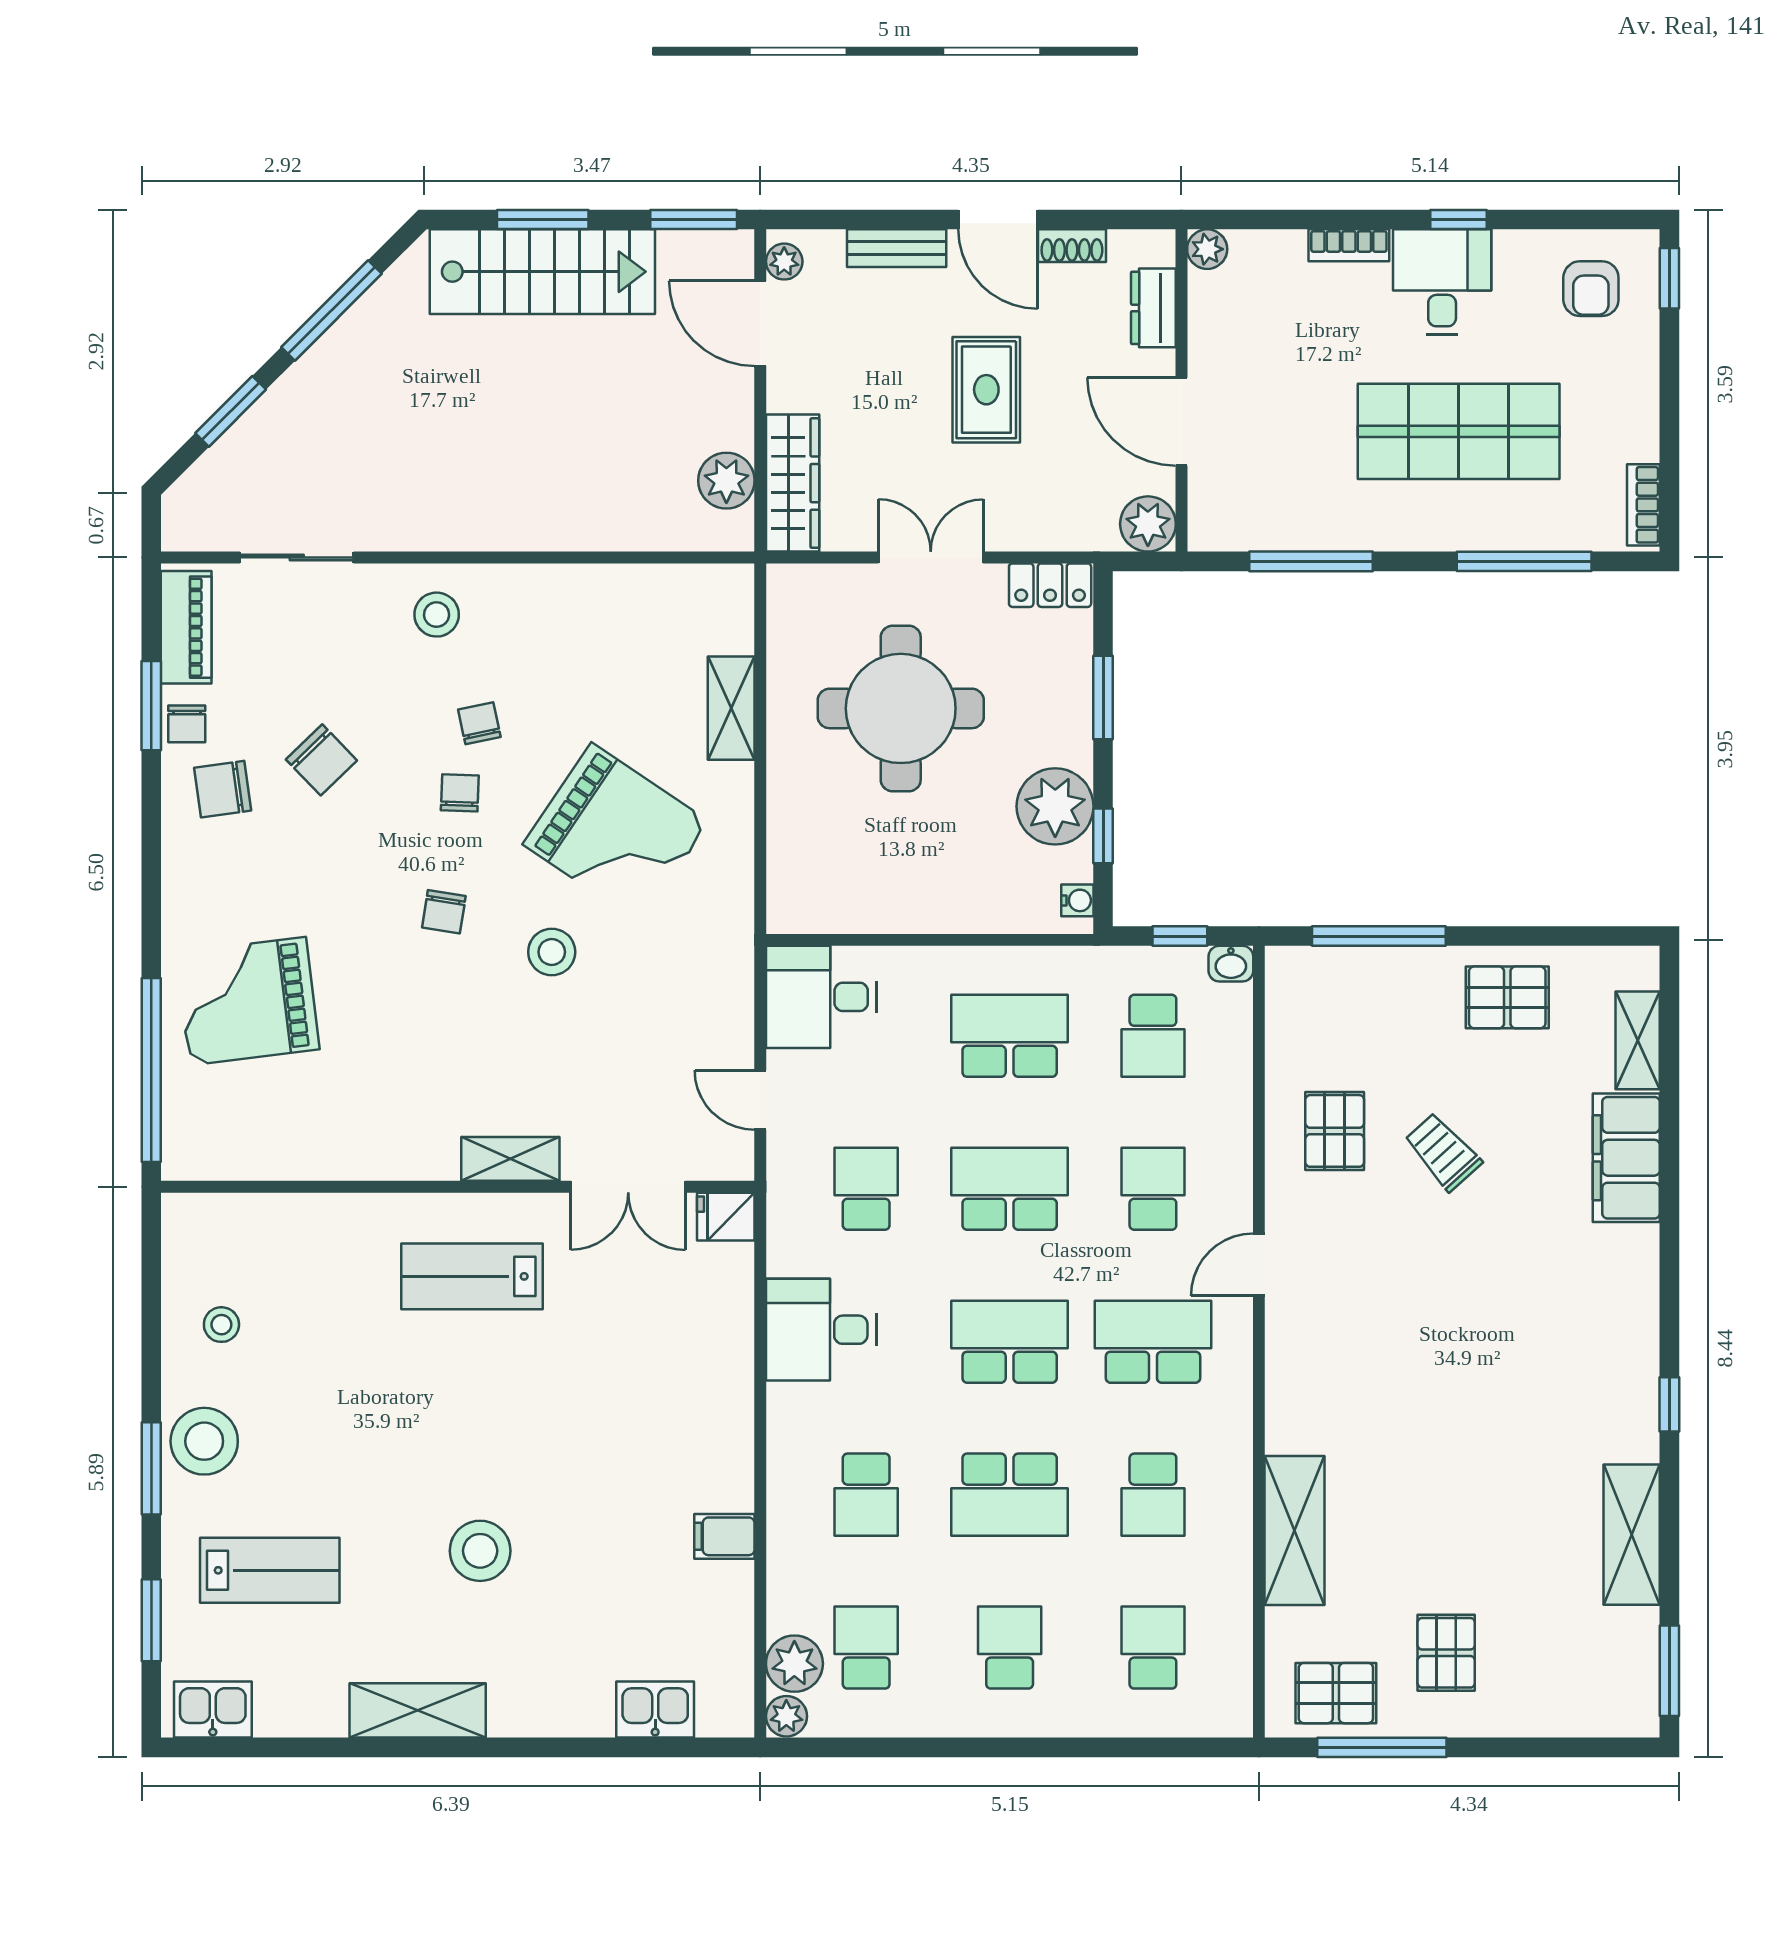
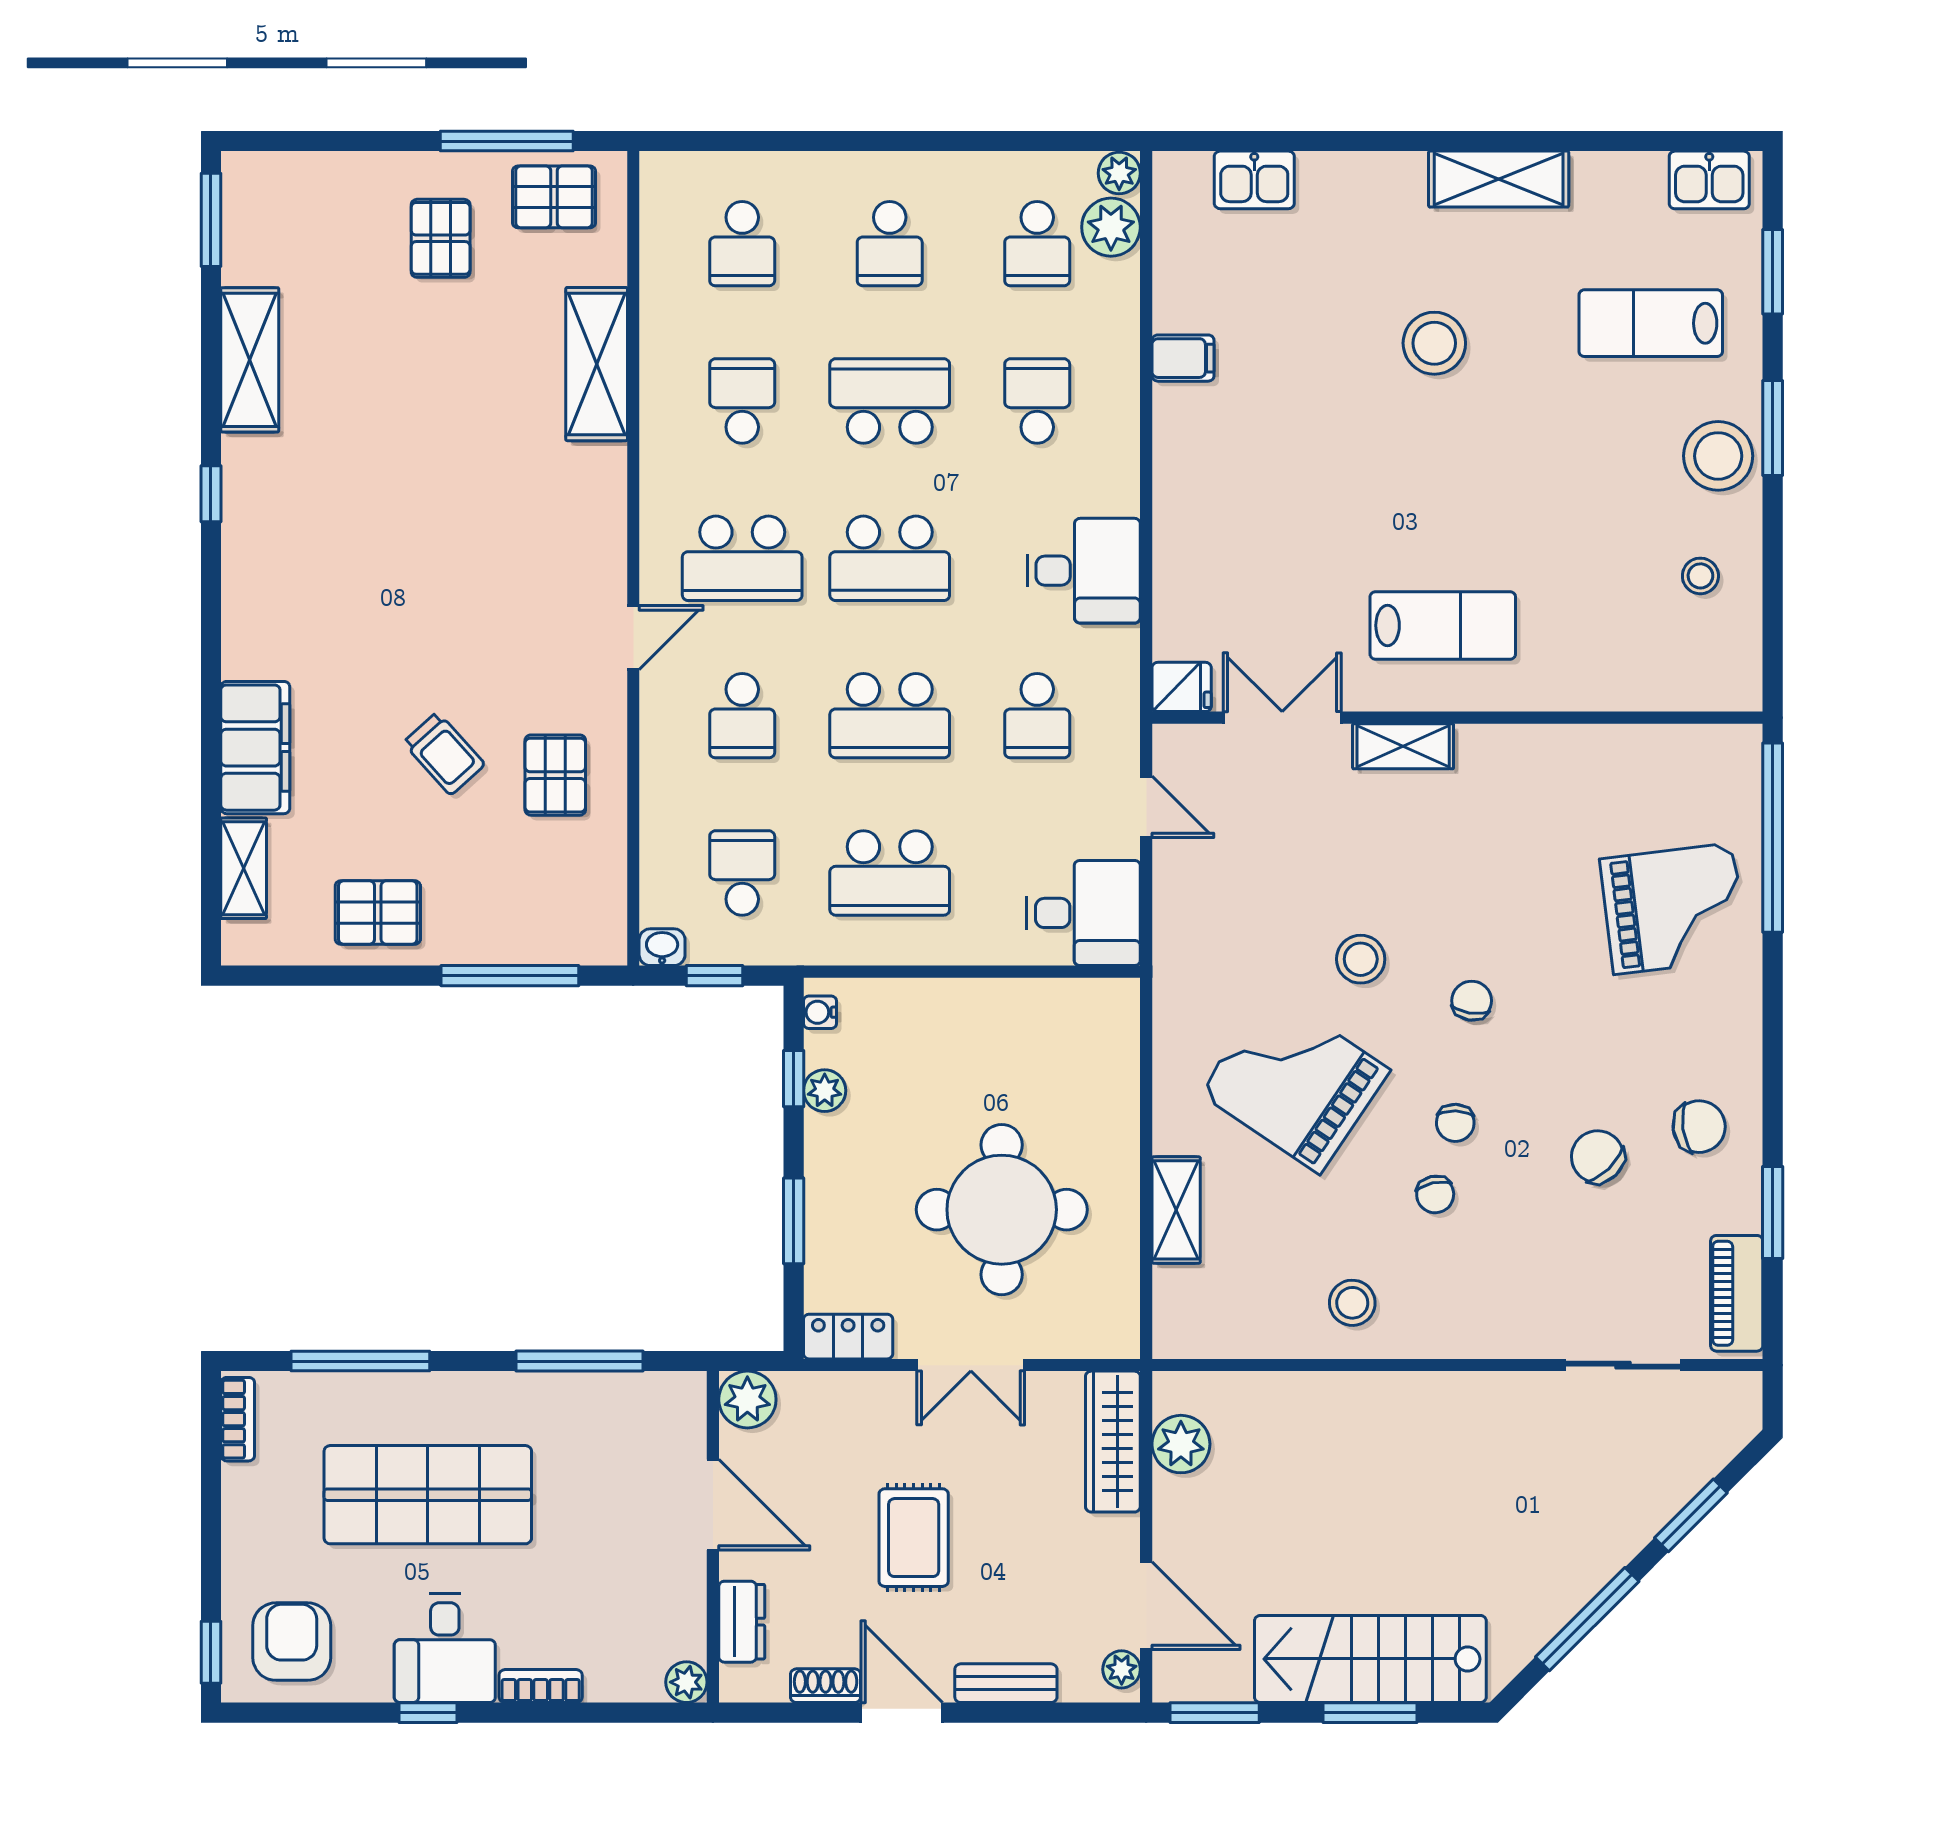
armchair: (1591, 289) -> (292, 1642), width x1.38, depth x1.38
stool: (437, 615) -> (1352, 1303), moved
chair: (187, 724) -> (1736, 1194), removed
plant: (1055, 806) -> (825, 1091), width x0.53, depth x0.53

